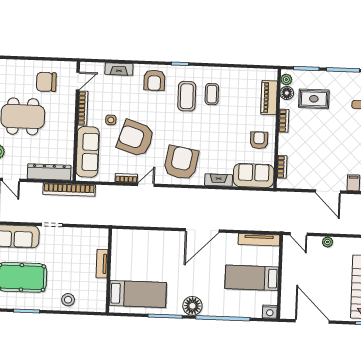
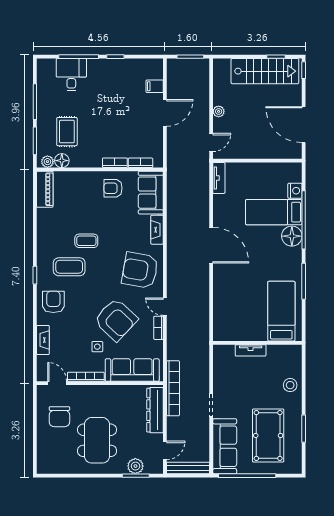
armchair: (154, 80) -> (53, 302), turned -90
coffee table: (212, 94) -> (86, 241), moved
piano: (269, 98) -> (45, 189), moved, turned -90
bookcase: (284, 121) -> (115, 163), moved
armchair: (136, 138) -> (116, 320), turned -65
tv unit: (259, 240) -> (219, 178), width x0.71
bed: (252, 278) -> (274, 212), moved, turned 90
floor lamp: (192, 306) -> (292, 236), moved
nightstand: (270, 312) -> (295, 191), moved
door: (312, 321) -> (304, 125), hinge flipped

